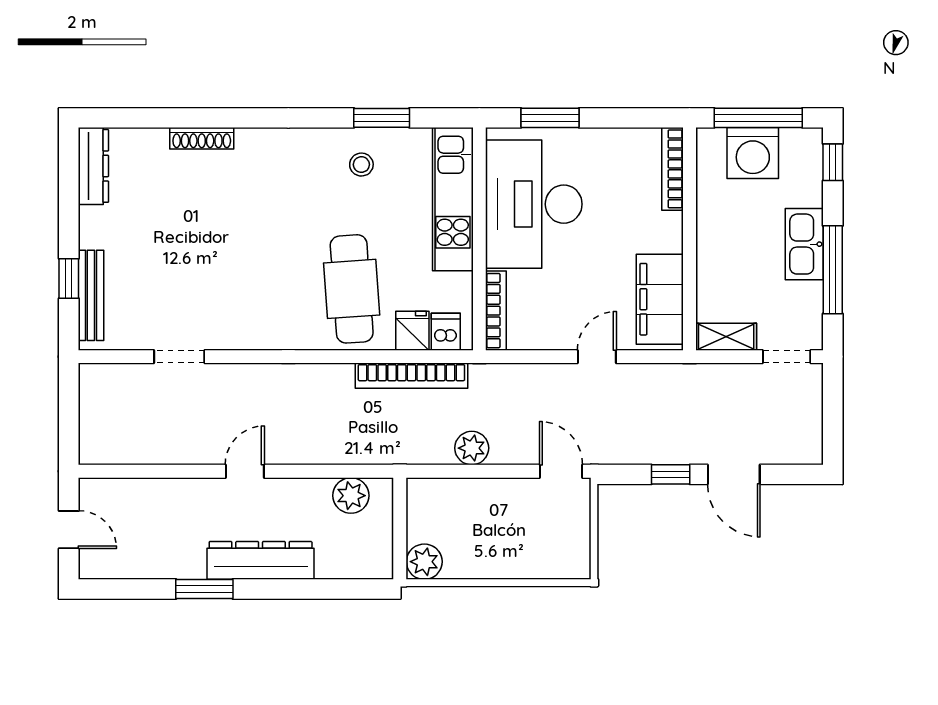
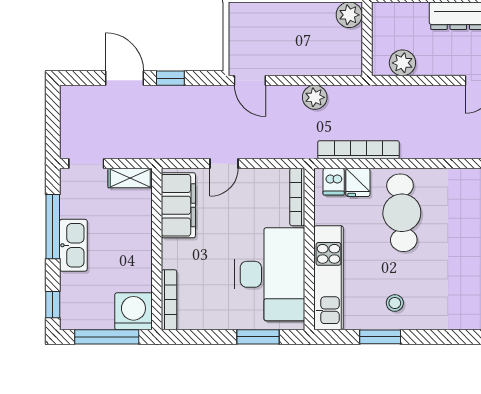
washing machine: (753, 153) -> (133, 311), moved

